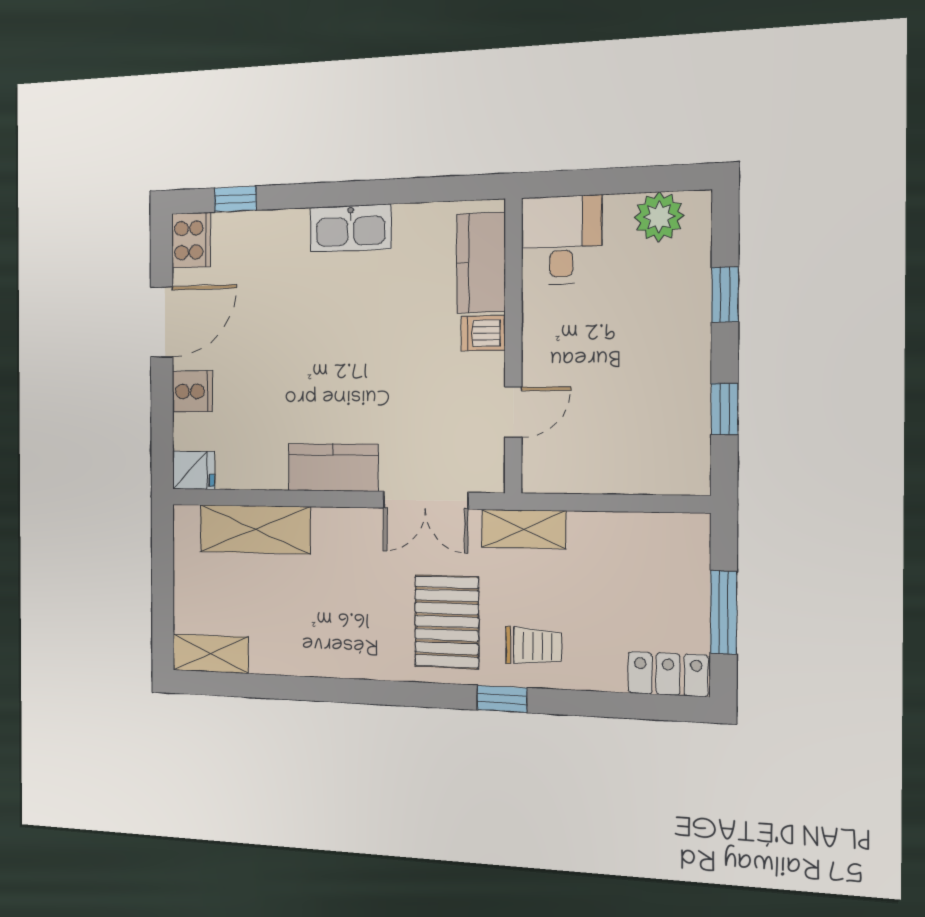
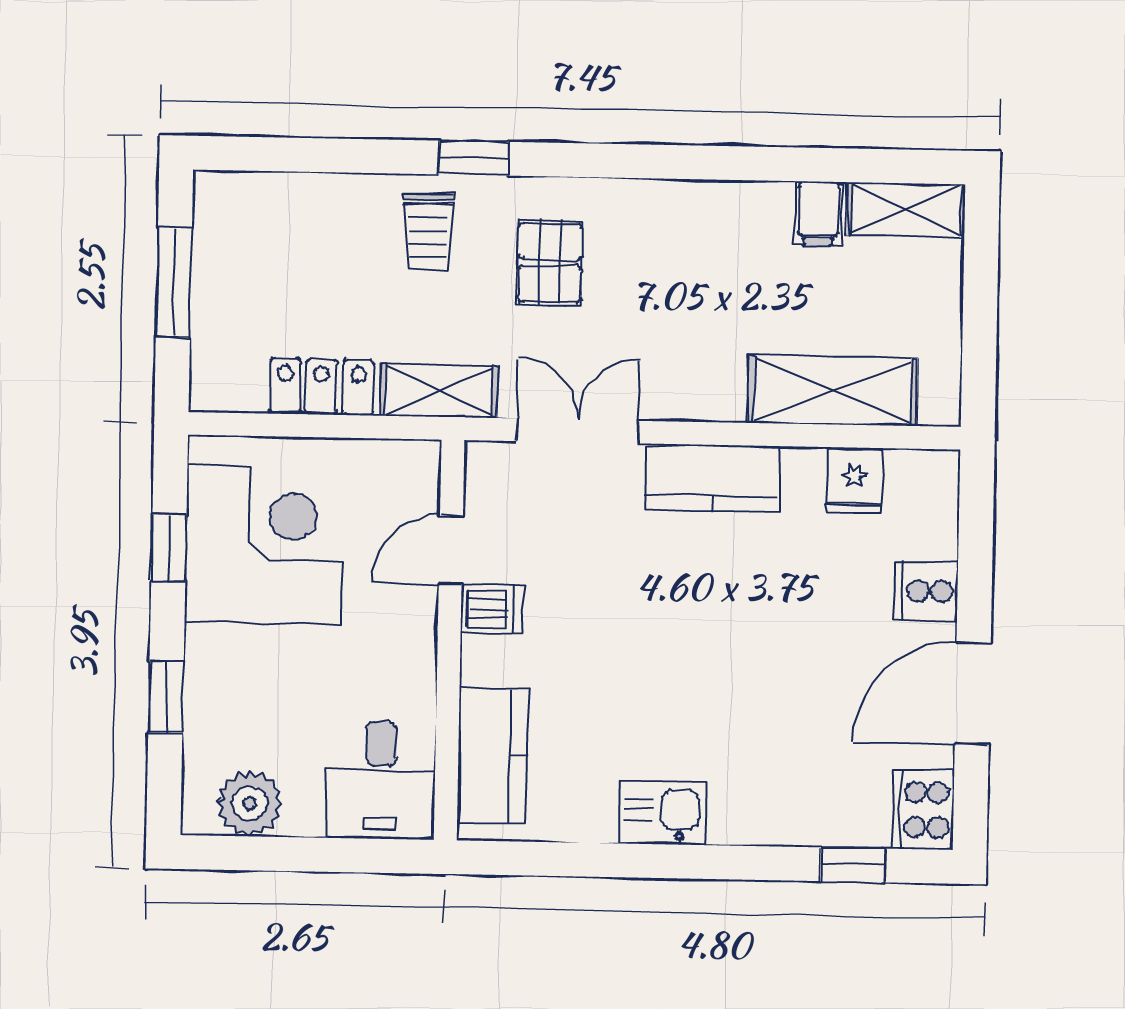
kitchen sink: (351, 228) -> (663, 813), width x0.73
dishwasher: (483, 333) -> (492, 609), moved
corner desk: (651, 413) -> (264, 545), added
fridge: (193, 470) -> (854, 481), moved, turned -90
pallet: (447, 622) -> (550, 263), width x0.67, depth x0.71
trolley: (534, 646) -> (428, 232), turned -90
filing cabinet: (267, 653) -> (818, 214), added
locker: (668, 674) -> (322, 387), moved, turned 180

